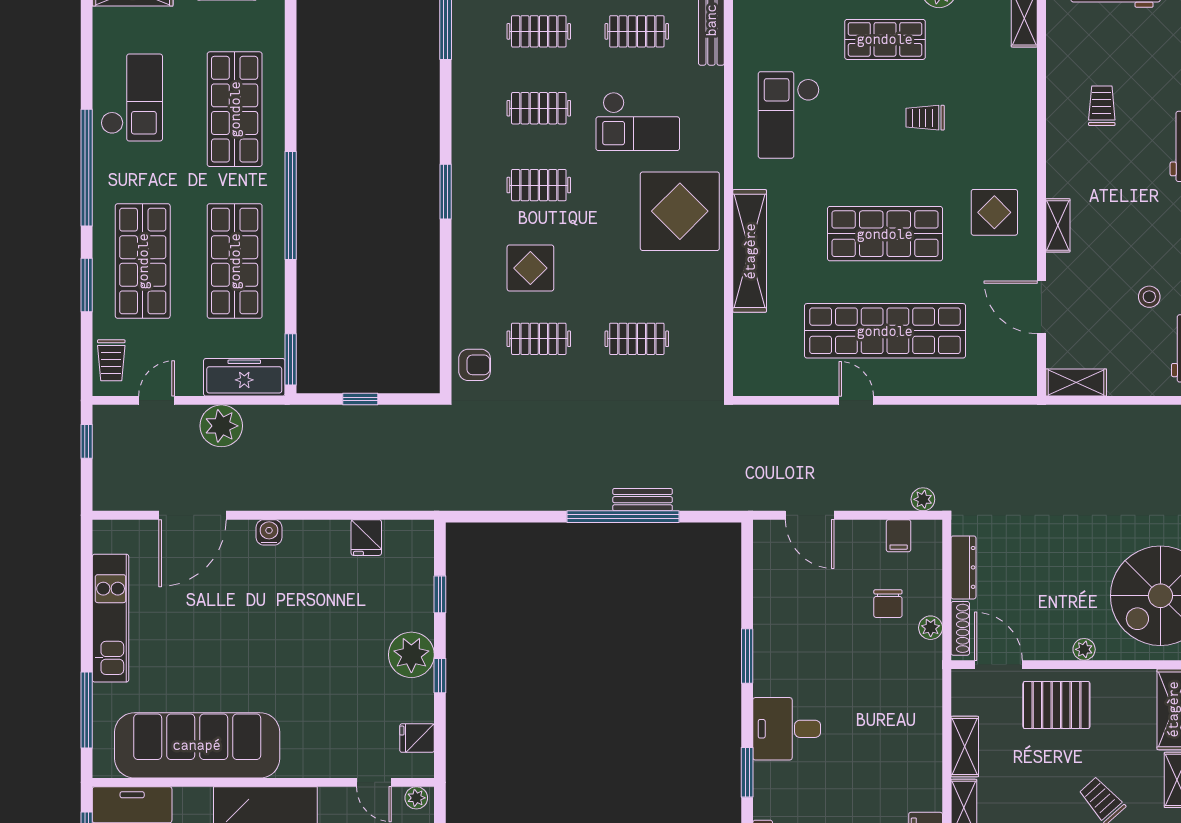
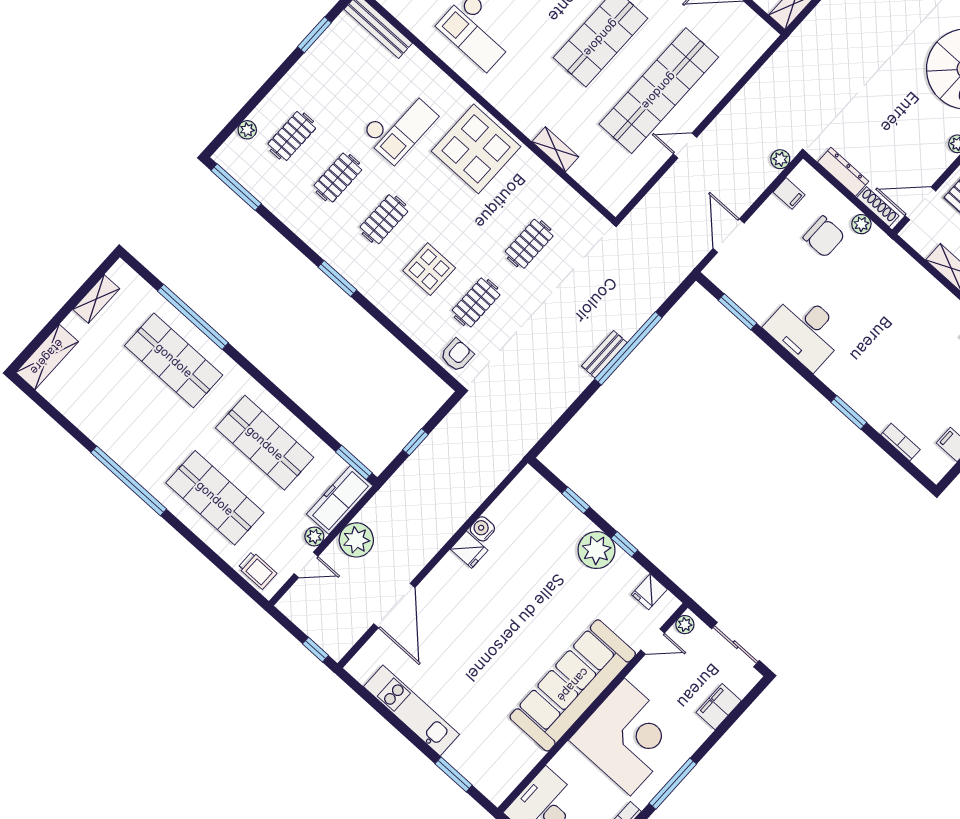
clothes rail: (637, 31) -> (345, 77), removed
checkout: (132, 98) -> (111, 416), removed
window: (291, 206) -> (193, 317), moved
shelving: (750, 251) -> (555, 149), width x0.45, depth x0.75
window: (87, 285) -> (199, 544), removed
plant: (190, 384) -> (314, 536), added
door: (157, 400) -> (306, 565), swing flipped
window: (87, 441) -> (315, 650), moved
bench: (643, 500) -> (604, 354), moved
door: (810, 515) -> (729, 236), swing flipped
water cooler: (269, 532) -> (482, 529), moved
fridge: (366, 538) -> (469, 550), moved
chair: (888, 604) -> (824, 237), width x1.37, depth x1.37
window: (747, 656) -> (737, 312), moved
window: (87, 710) -> (454, 775), width x0.69
desk: (787, 729) -> (806, 330), moved, width x1.37
sofa: (197, 745) -> (573, 685), moved

